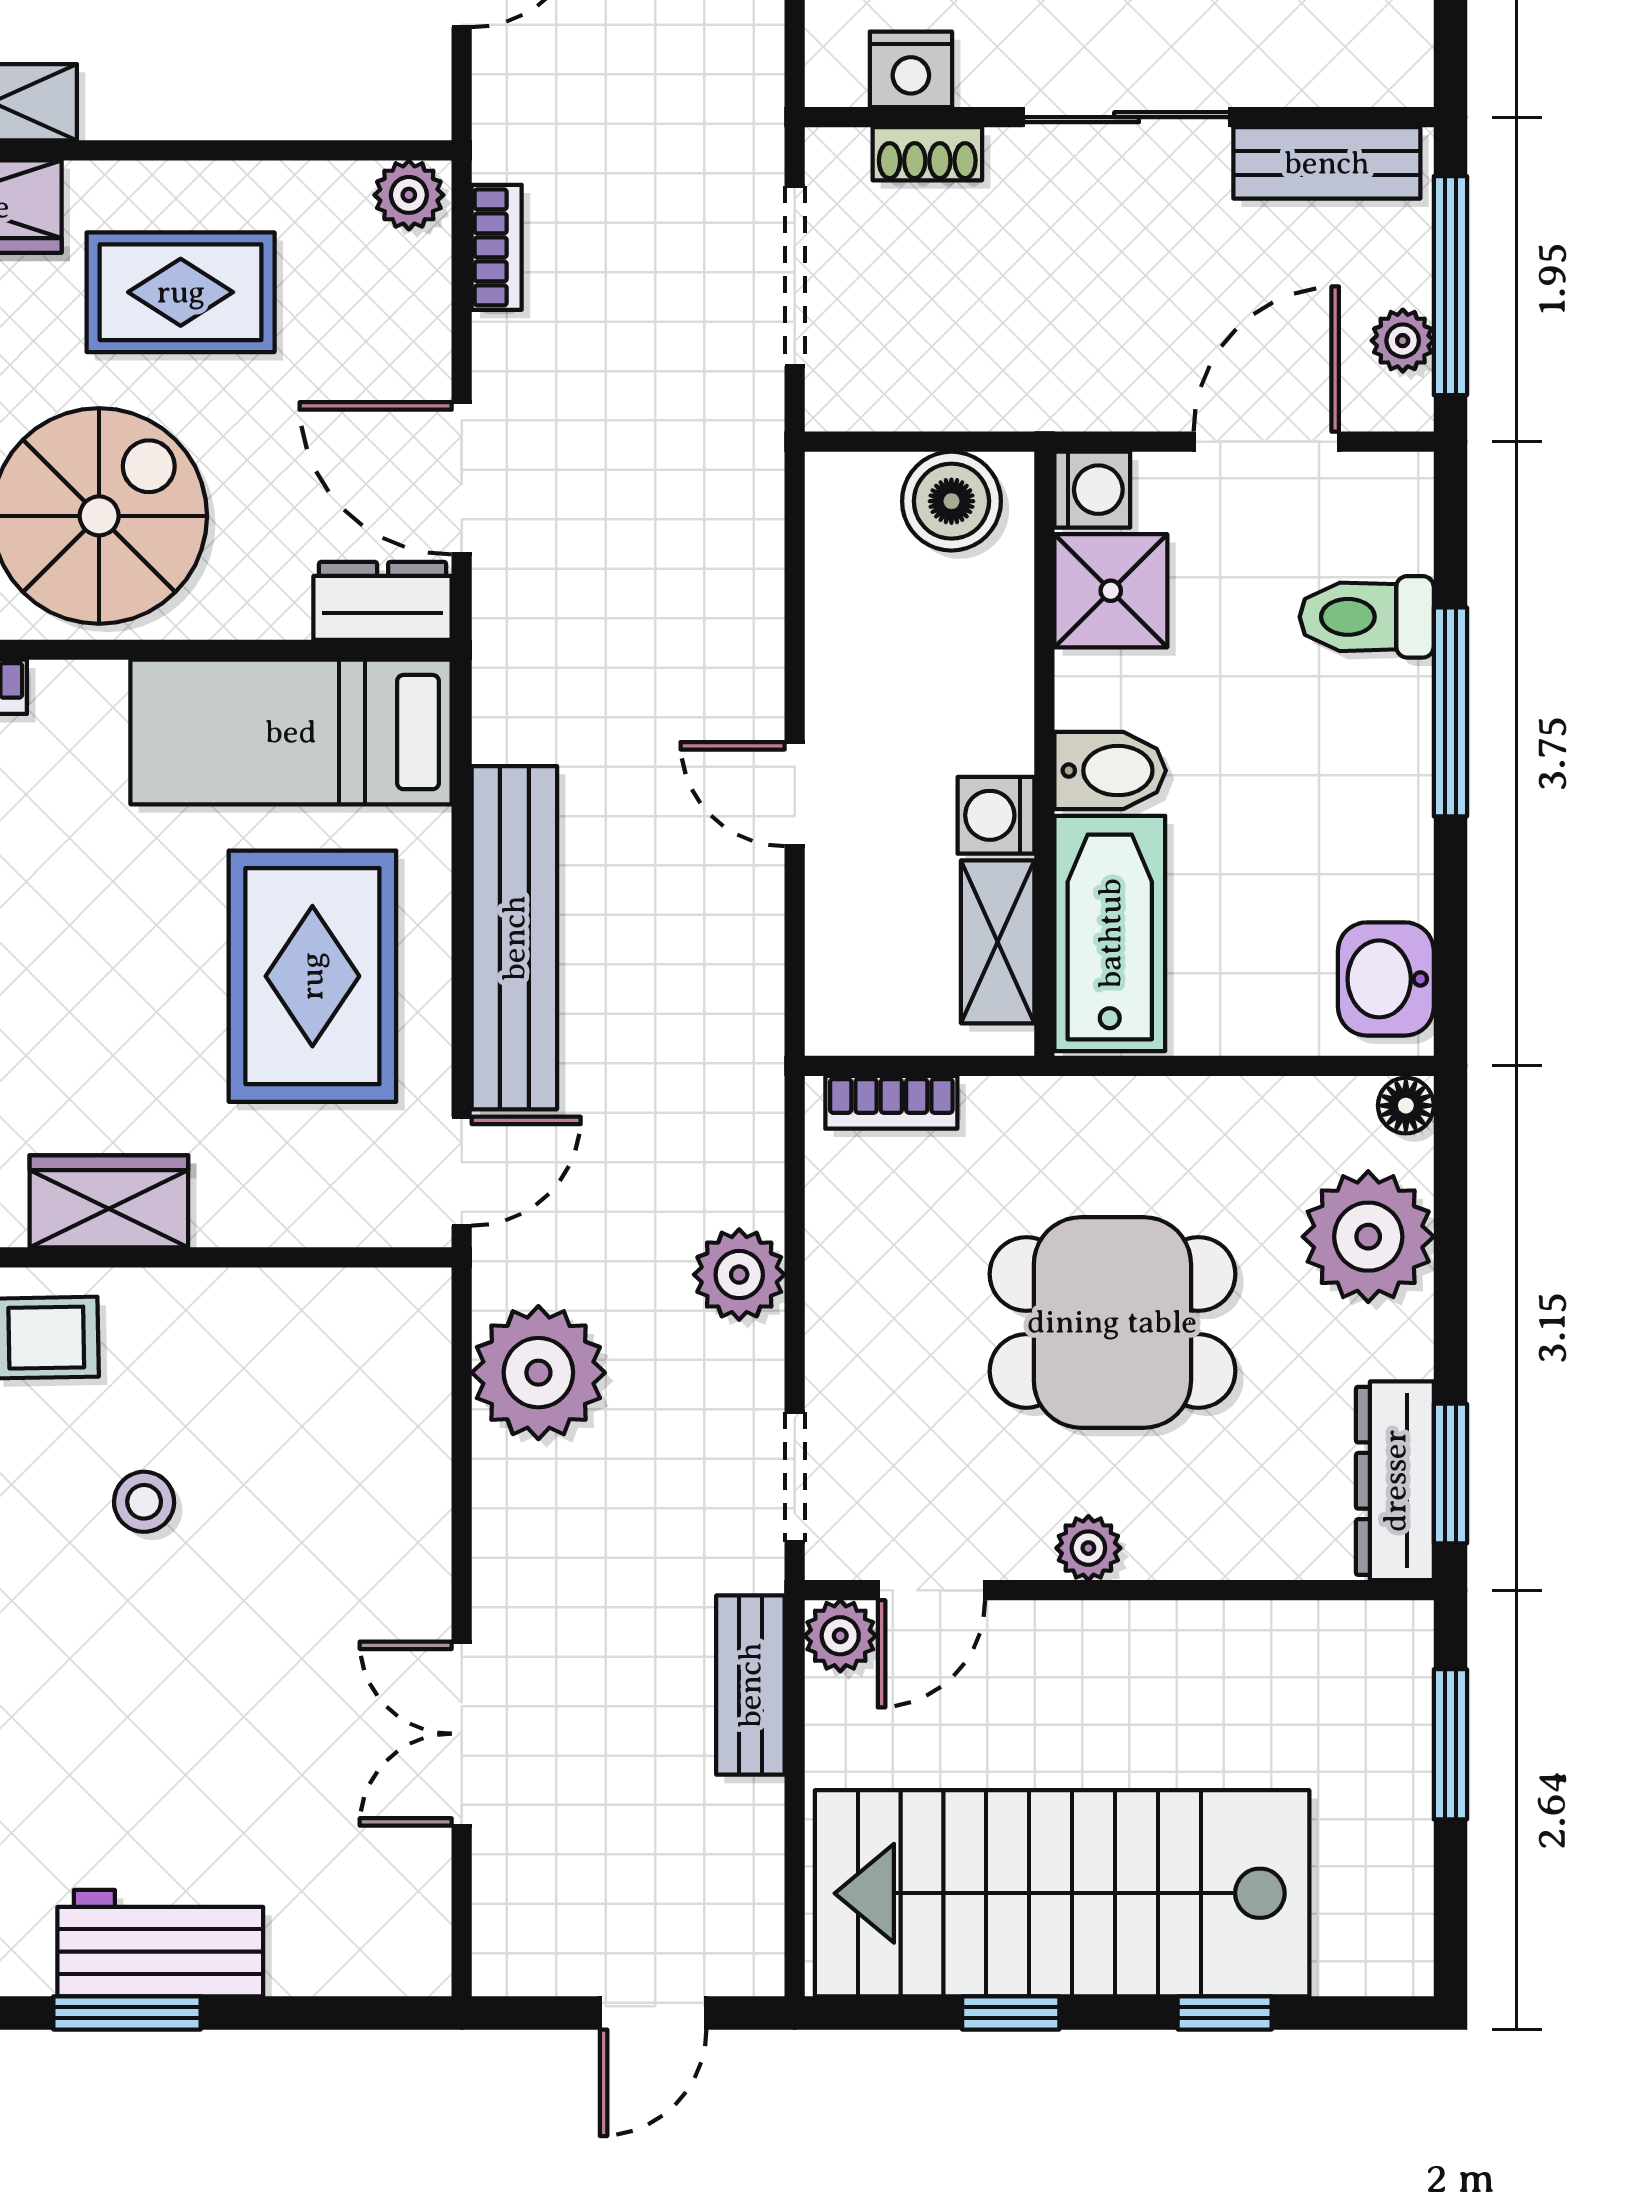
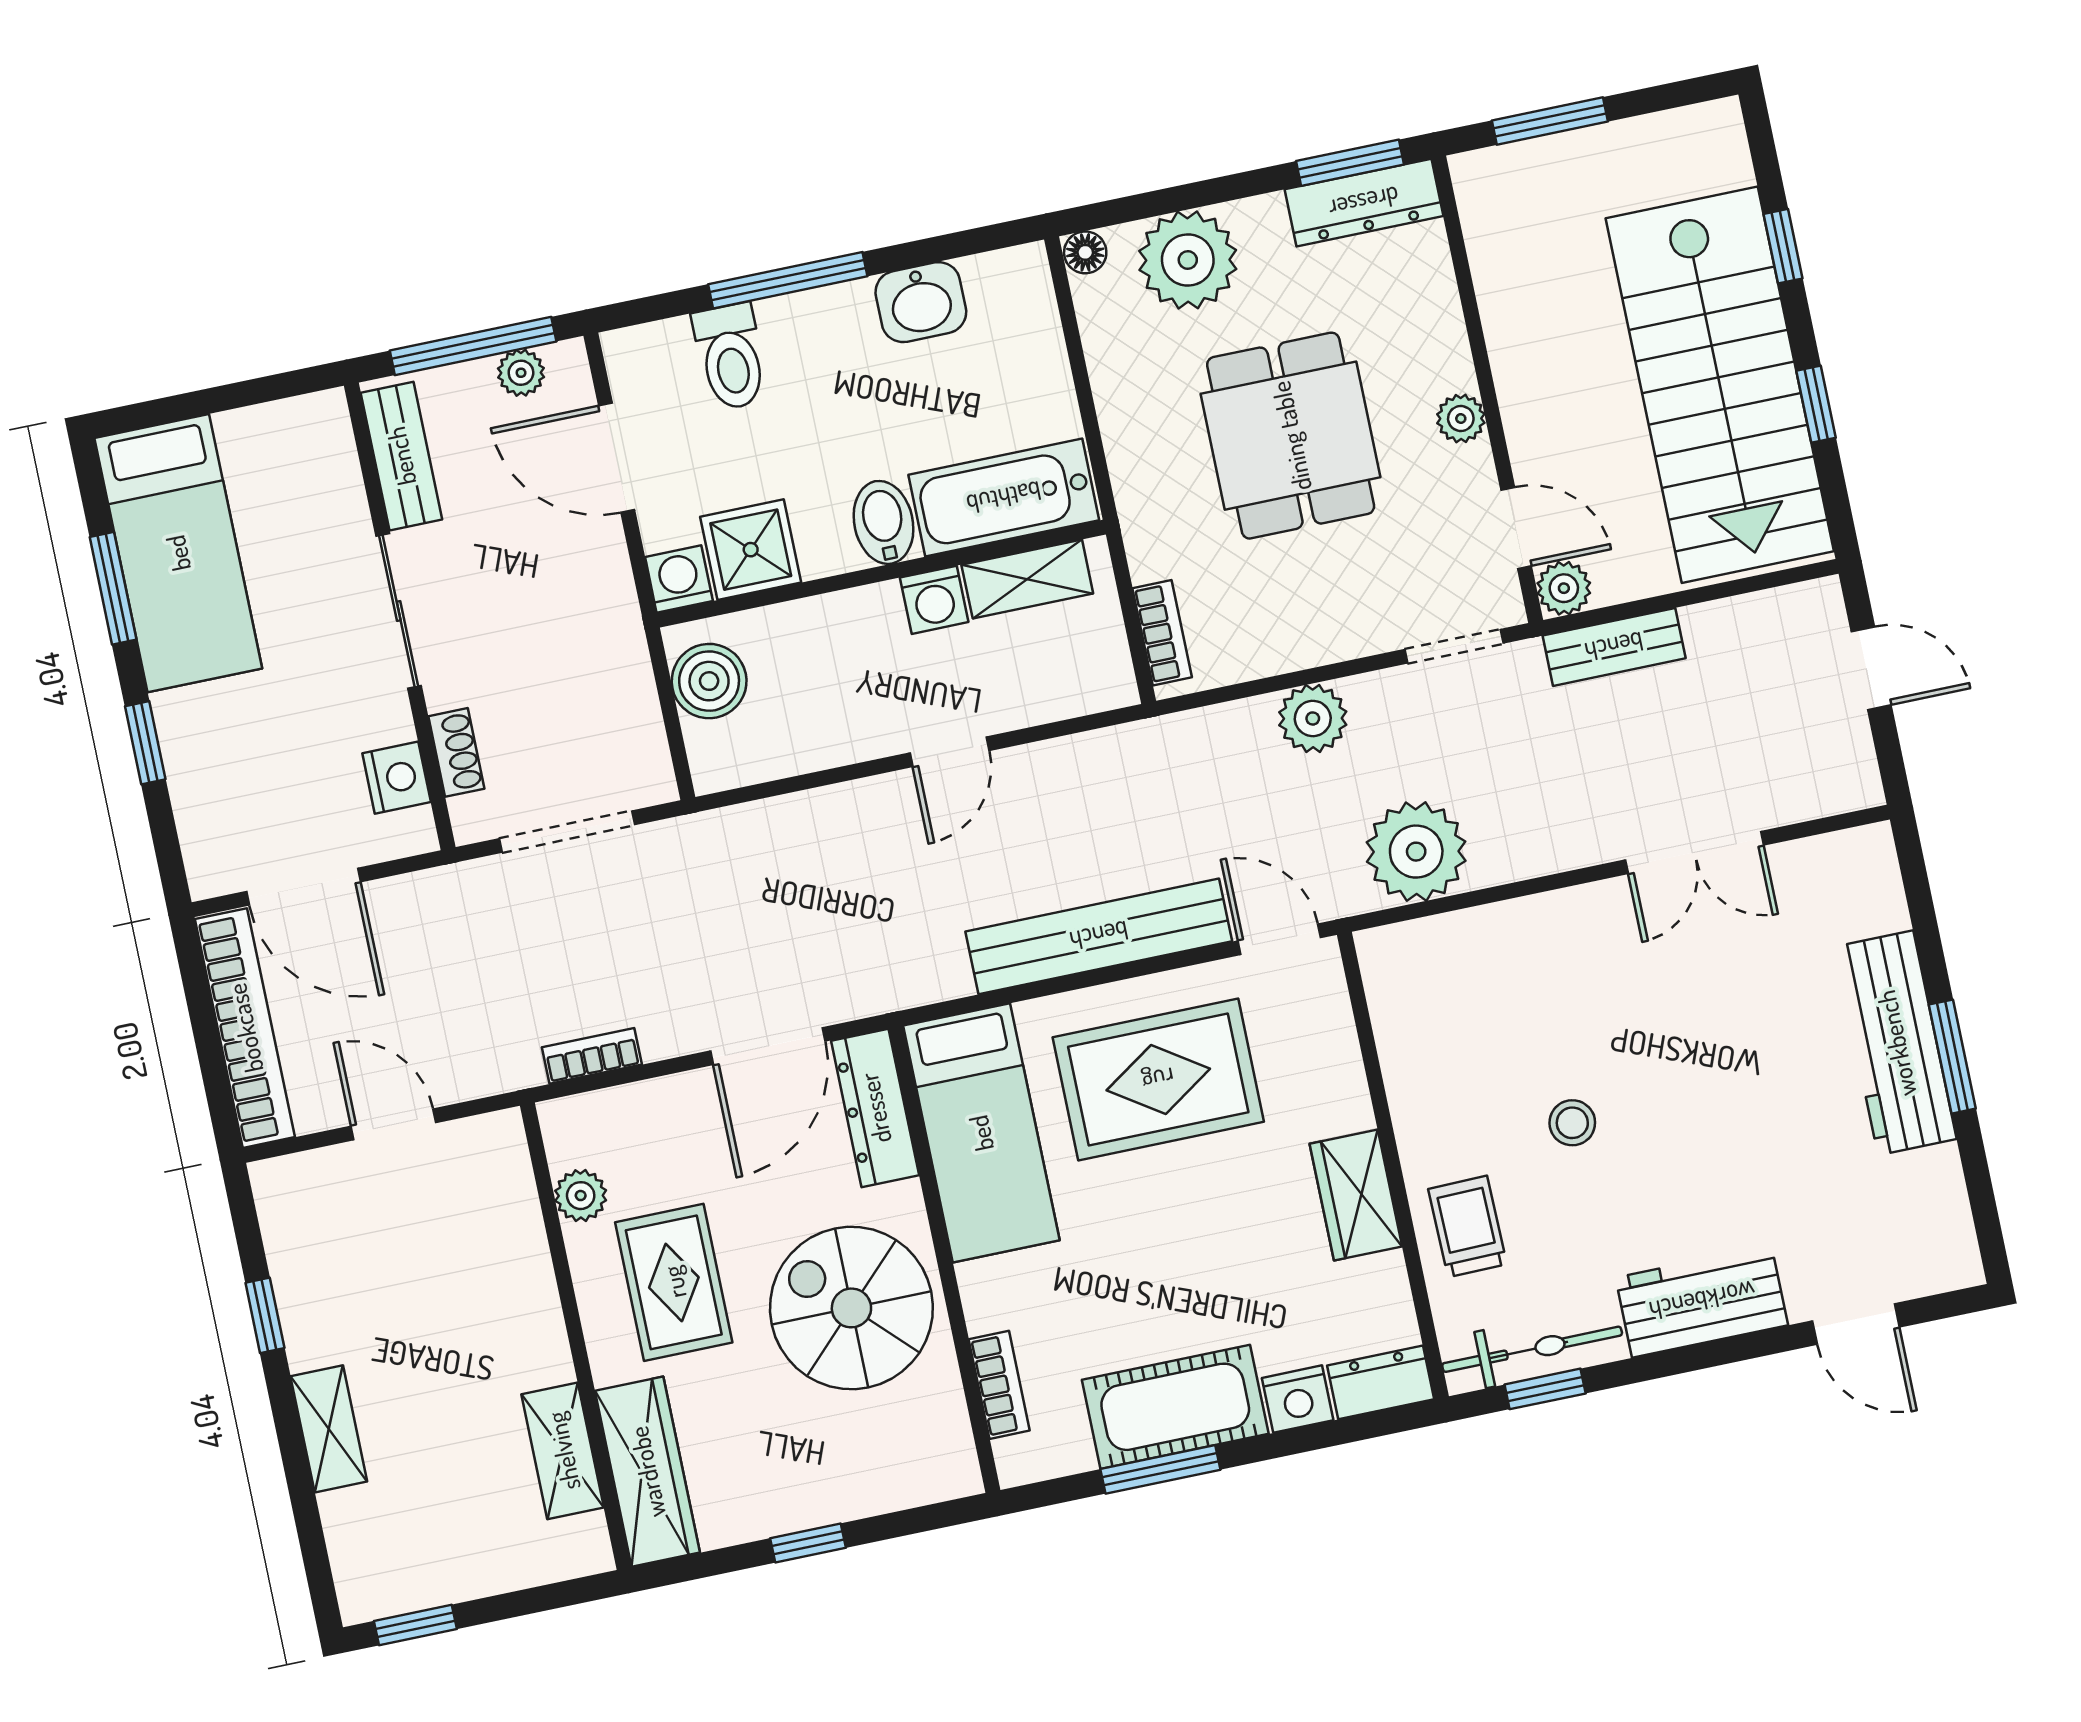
plant: (409, 195) -> (581, 1196), moved
dresser: (383, 601) -> (875, 1108), width x1.44
washbasin: (1386, 979) -> (921, 302), moved
workbench: (160, 1943) -> (1896, 1043), width x1.38

